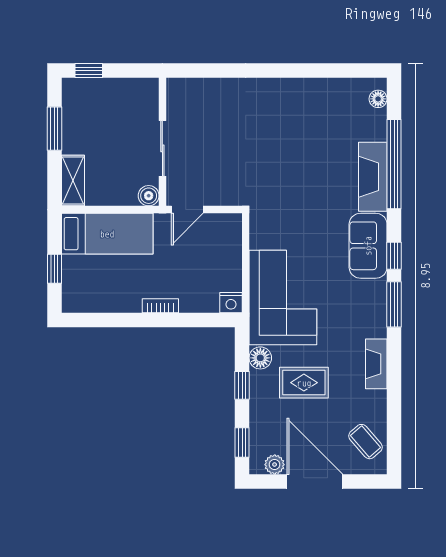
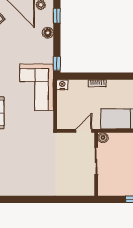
floor lamp: (260, 358) -> (48, 33), moved
rug: (304, 383) -> (26, 45), removed
window: (242, 385) -> (57, 63), moved

